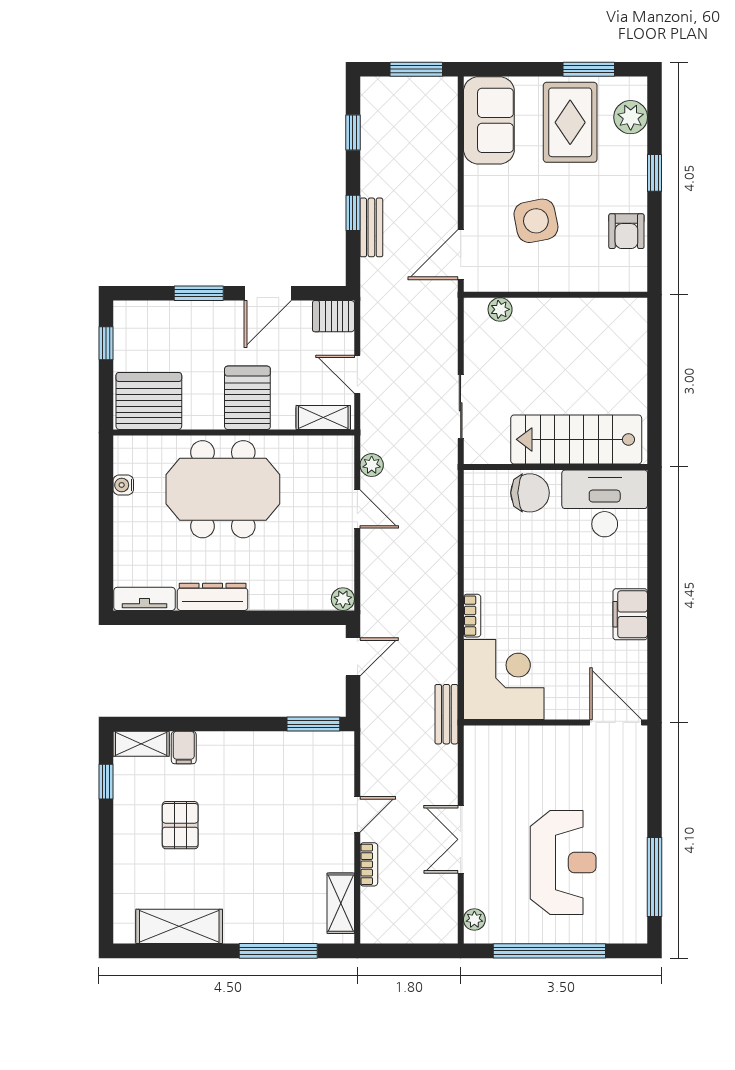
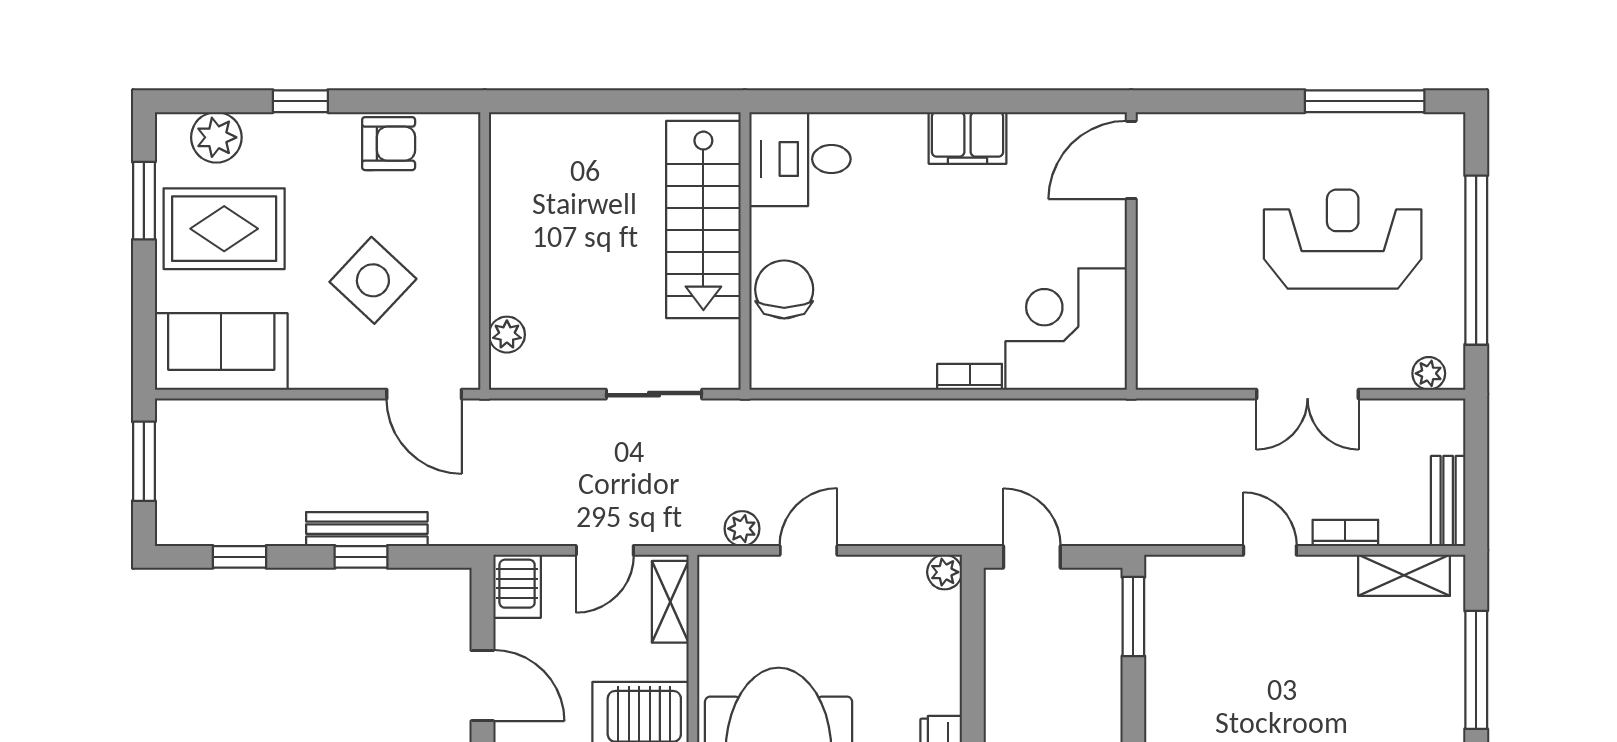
side table: (536, 221) -> (373, 280), turned -36
bench: (371, 227) -> (367, 529), width x1.36
desk: (605, 503) -> (800, 159), width x0.73
bench: (446, 714) -> (1448, 501), moved, turned 90

